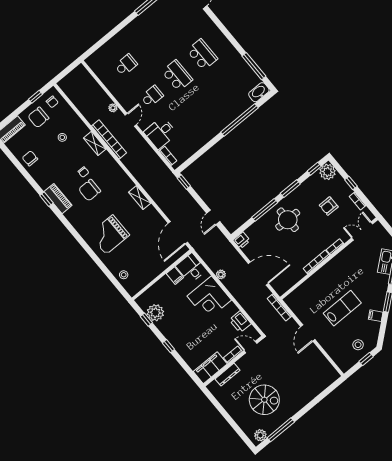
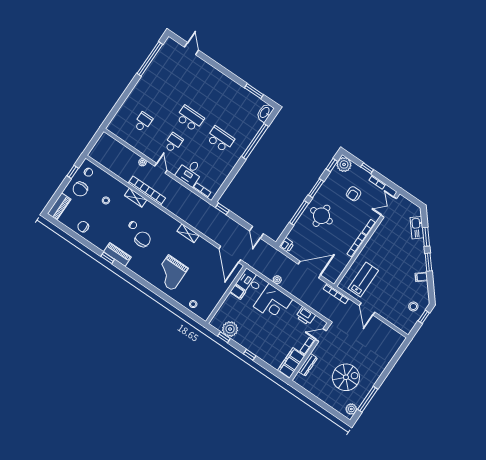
school desk: (202, 55) -> (220, 139), moved
window: (254, 66) -> (254, 91), width x0.69
chair: (90, 190) -> (143, 239), turned 180
lab bench: (342, 308) -> (363, 279), moved

